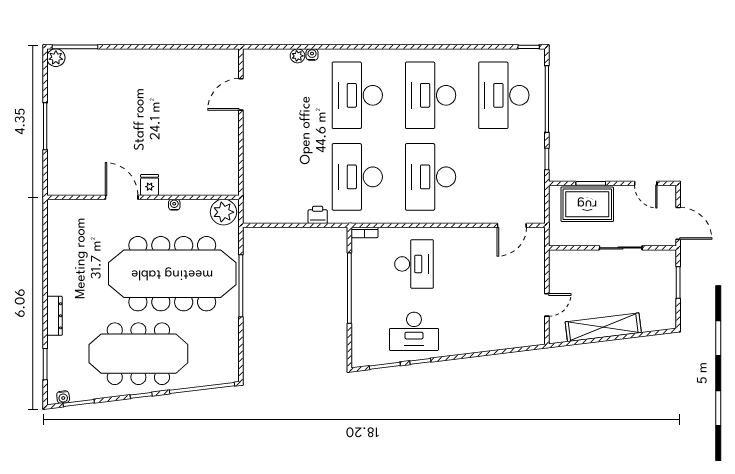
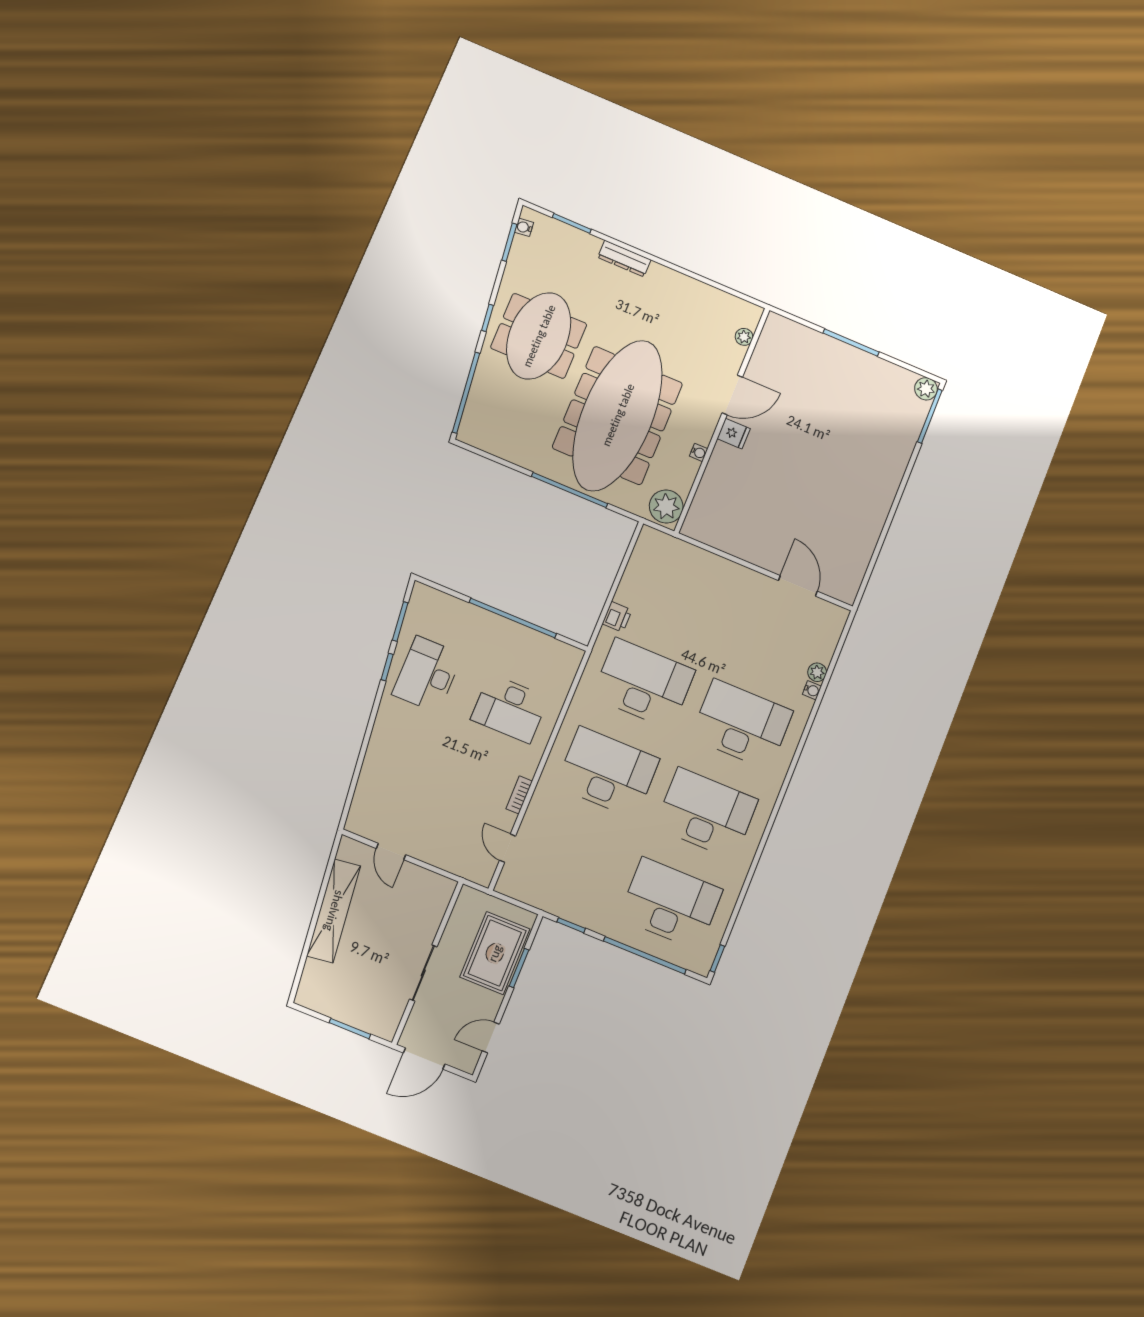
plant: (75, 206) -> (744, 337), added
door: (512, 225) -> (508, 848), width x0.73
bookcase: (365, 232) -> (519, 795), moved
meeting table: (138, 354) -> (539, 336), width x0.73

